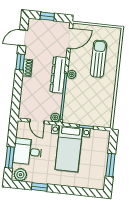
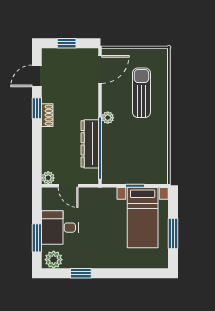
dresser: (58, 75) -> (90, 144), moved
plant: (55, 118) -> (48, 178), moved
bed with nightstands: (69, 149) -> (143, 218), moved

